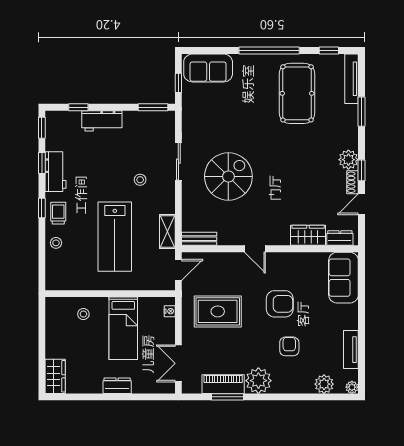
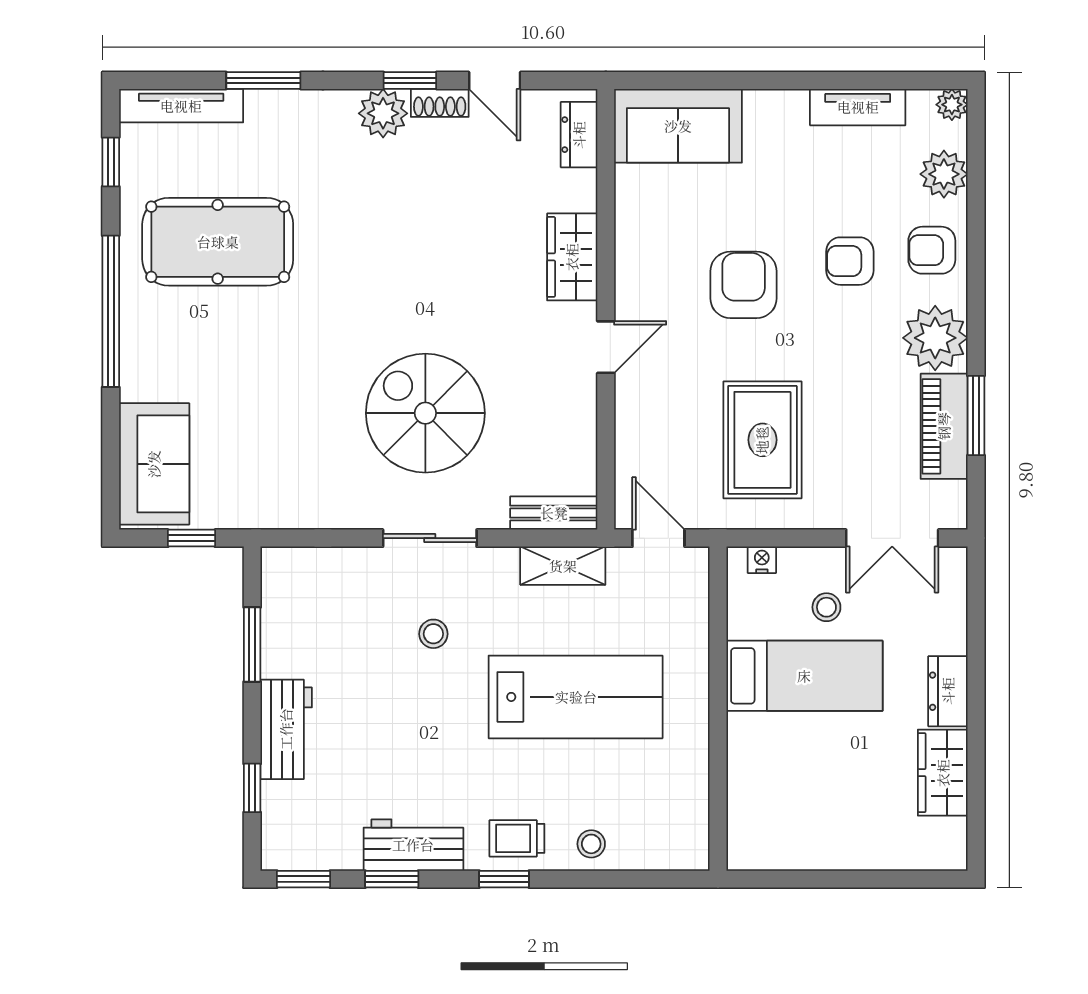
window: (153, 107) -> (252, 644), moved
sliding door: (178, 161) -> (430, 538), moved
wardrobe: (308, 235) -> (572, 257), moved
bench: (199, 239) -> (554, 513), moved, turned 90
stool: (83, 314) -> (826, 607), moved
wardrobe: (55, 376) -> (943, 773), moved, turned -90
armchair: (294, 379) -> (932, 250), added

